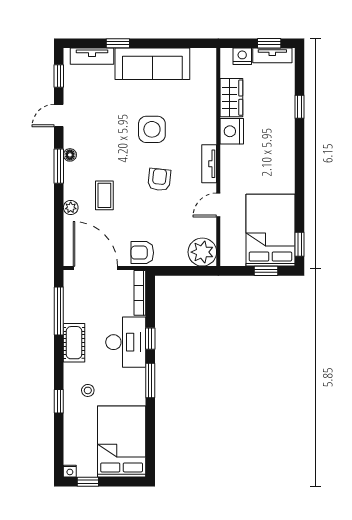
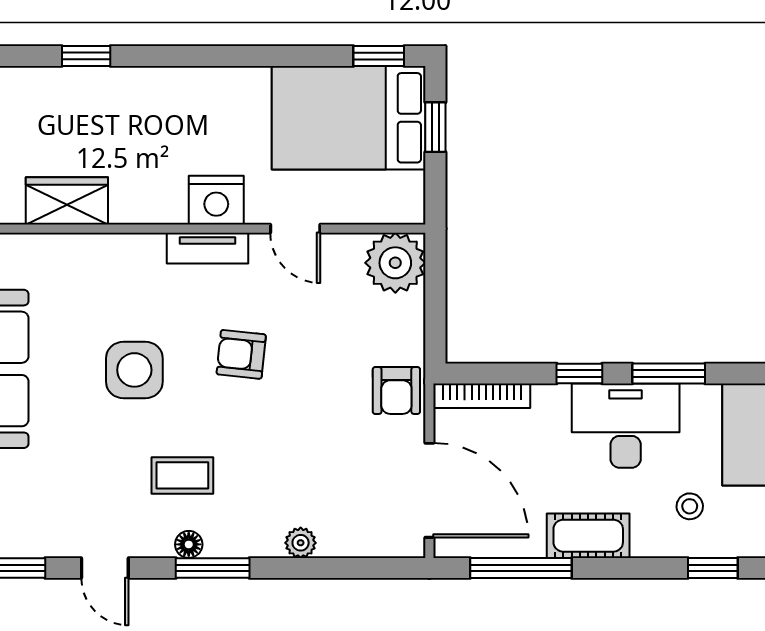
nightstand: (232, 131) -> (216, 200), moved
coffee table: (104, 195) -> (182, 475), moved
door: (95, 268) -> (429, 490), swing flipped
desk: (126, 342) -> (626, 426), moved

